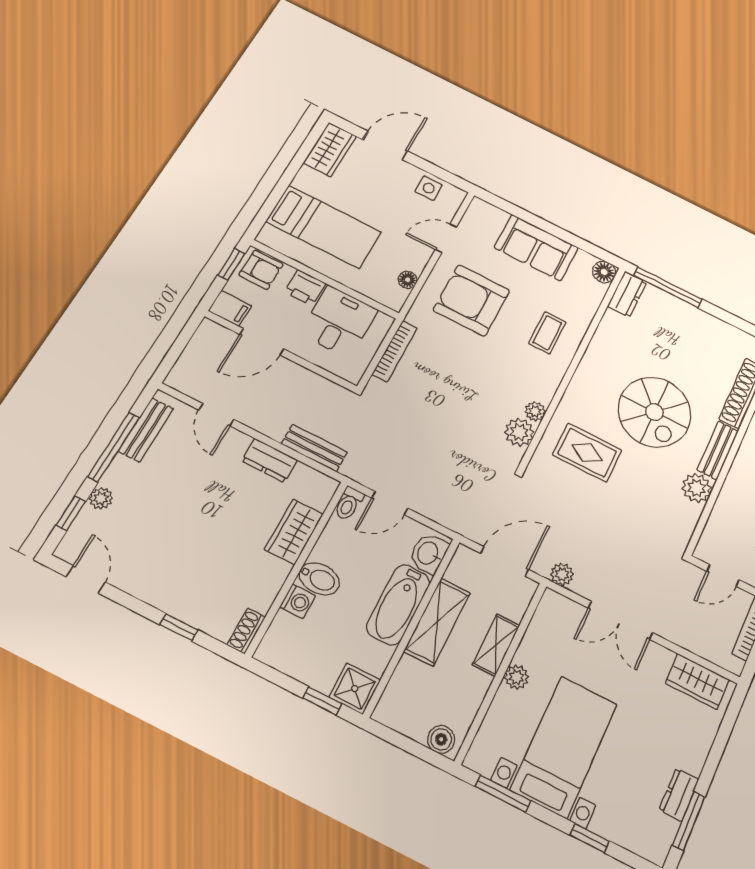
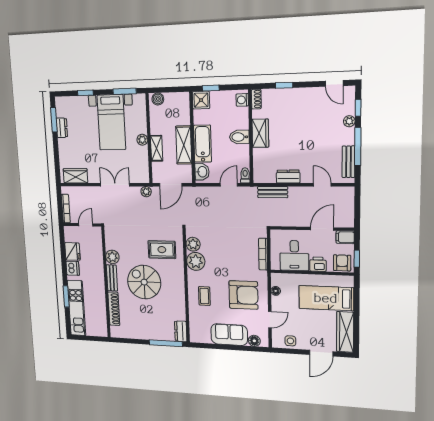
wardrobe: (330, 150) -> (345, 332), width x1.50
armchair: (261, 270) -> (342, 263), turned 90
floor lamp: (604, 272) -> (254, 341), moved
plant: (535, 411) -> (196, 261), width x1.88, depth x1.88
wardrobe: (294, 532) -> (260, 133), moved
washing machine: (298, 601) -> (242, 100), moved

